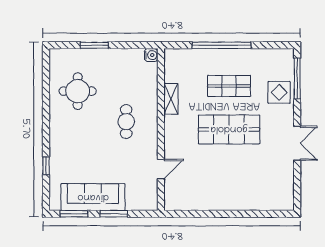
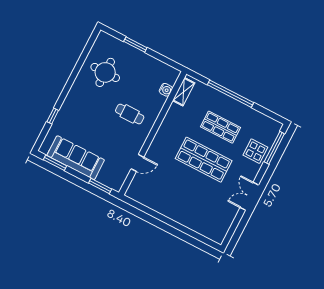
water cooler: (151, 55) -> (166, 90), moved
shelving: (171, 99) -> (184, 92), moved
cafe table: (126, 122) -> (130, 114), turned 90
double door: (297, 143) -> (249, 196), swing flipped
window: (114, 214) -> (100, 186), moved

